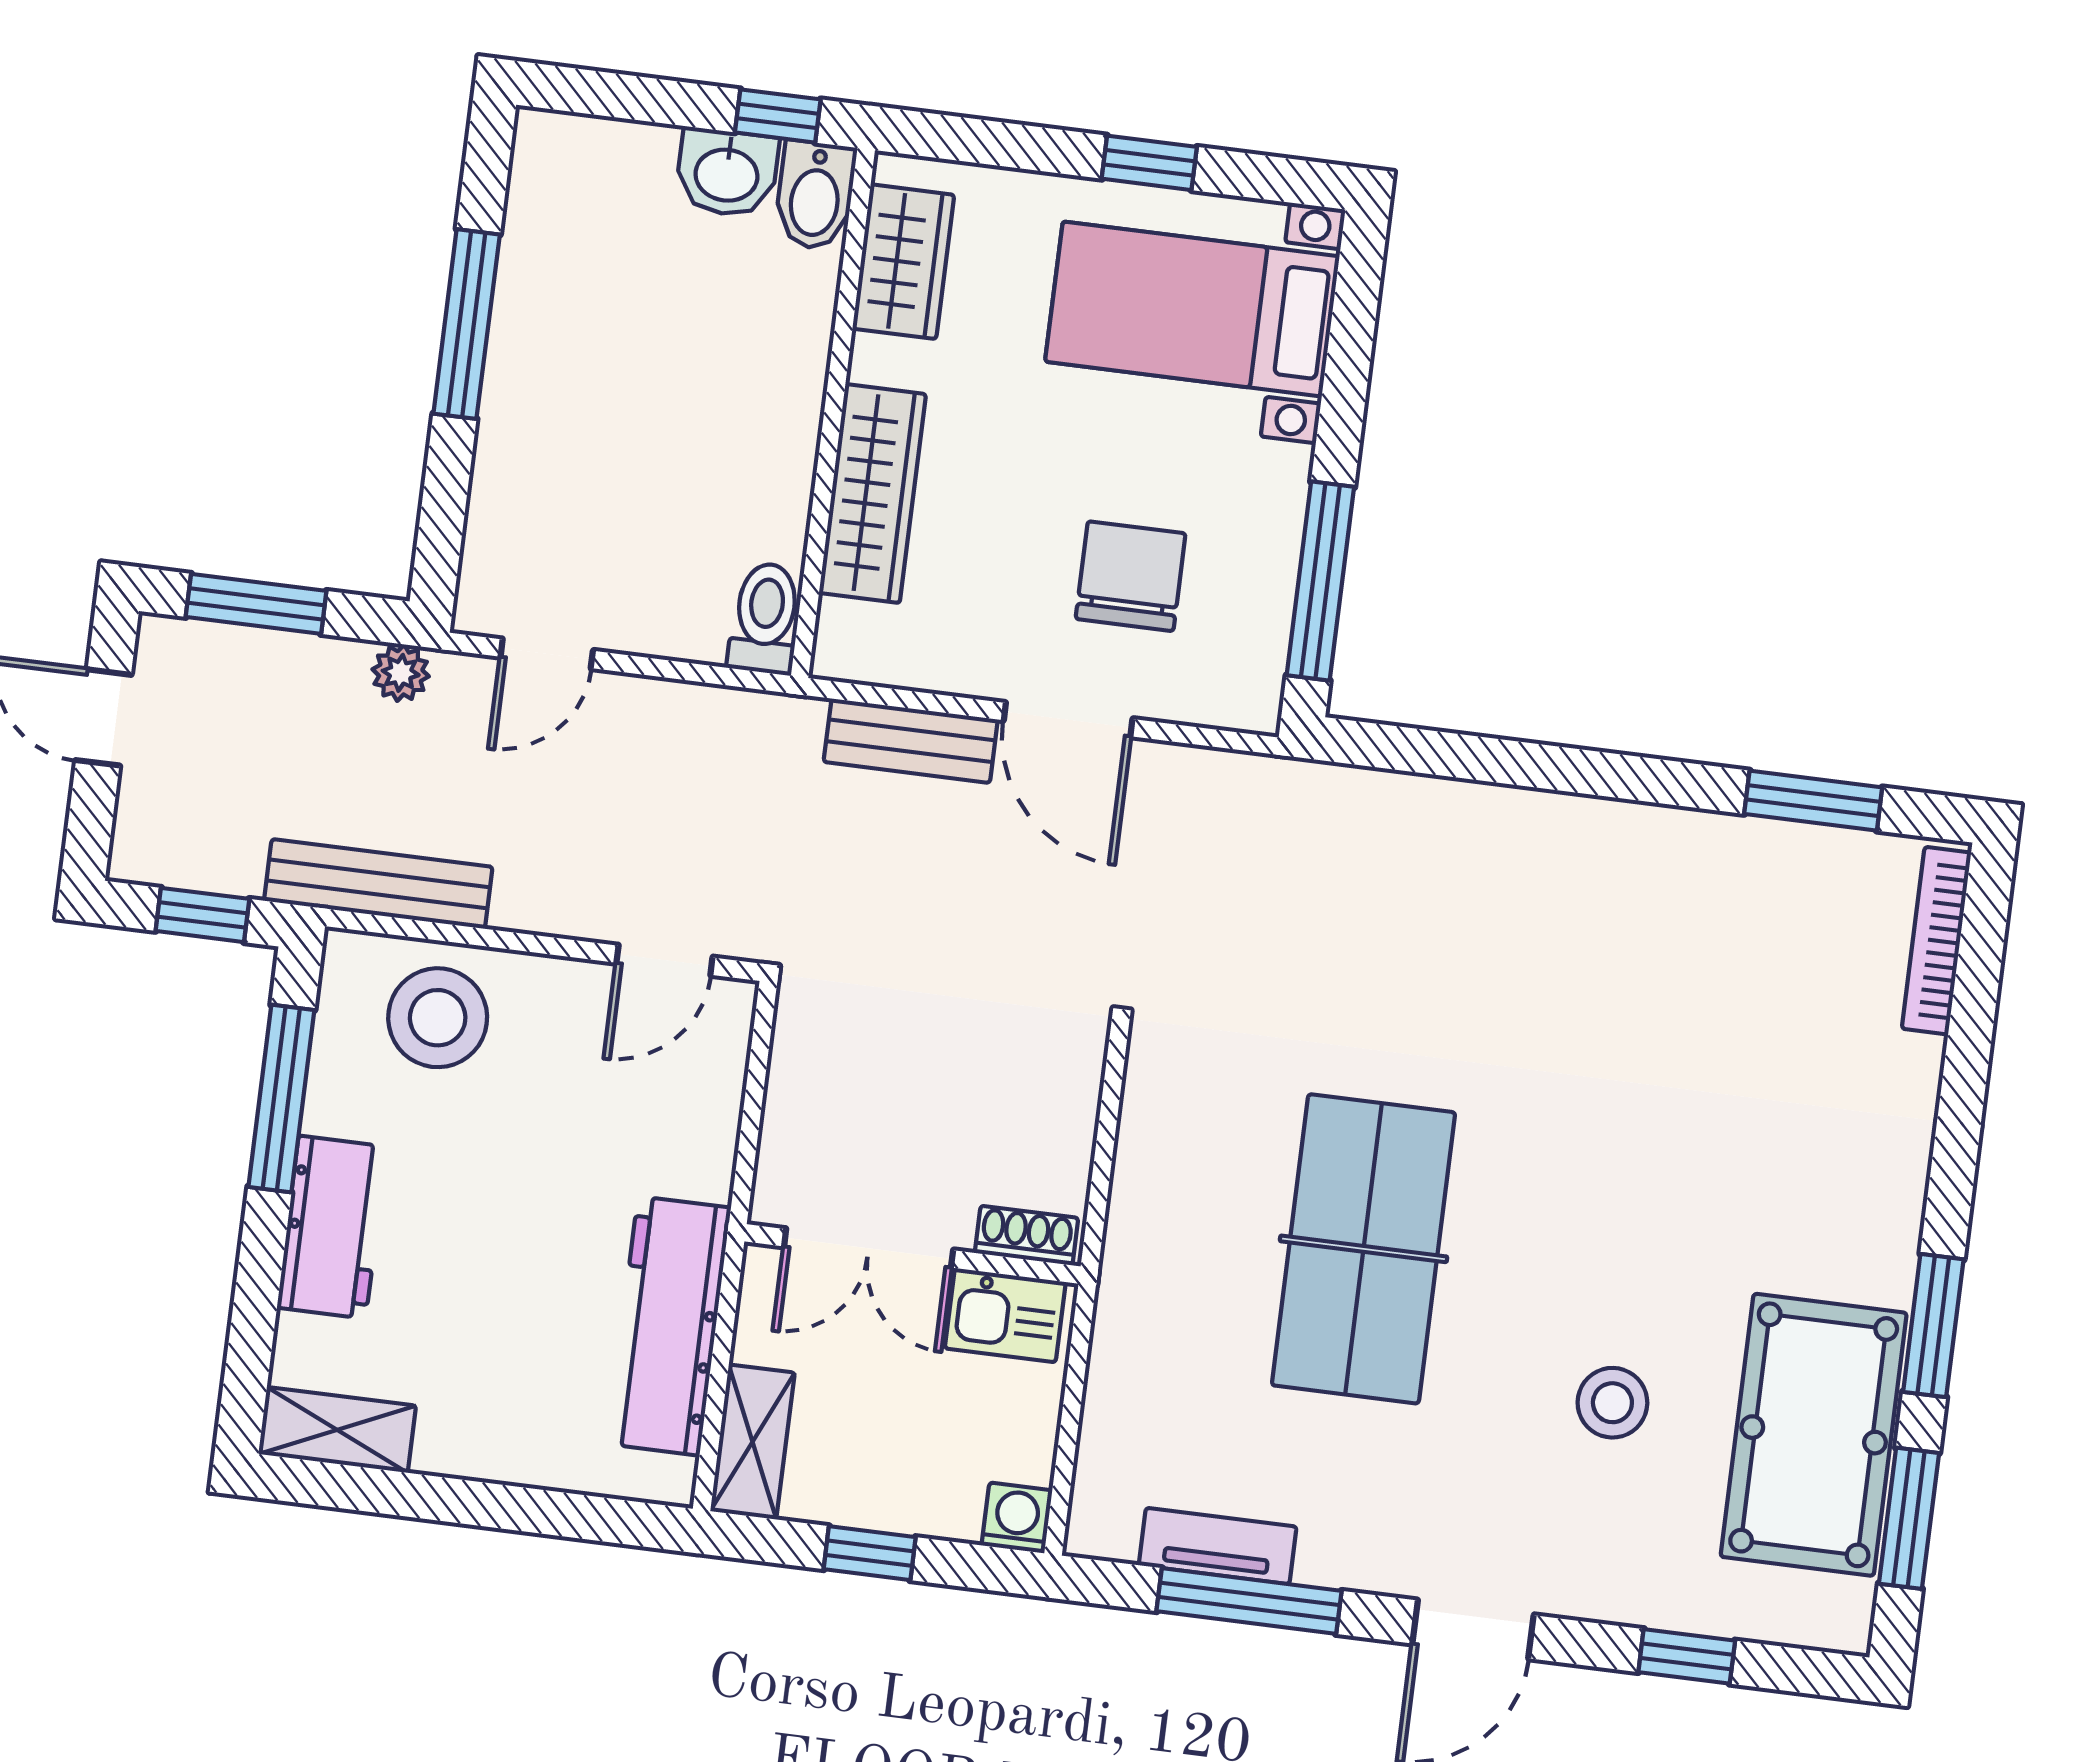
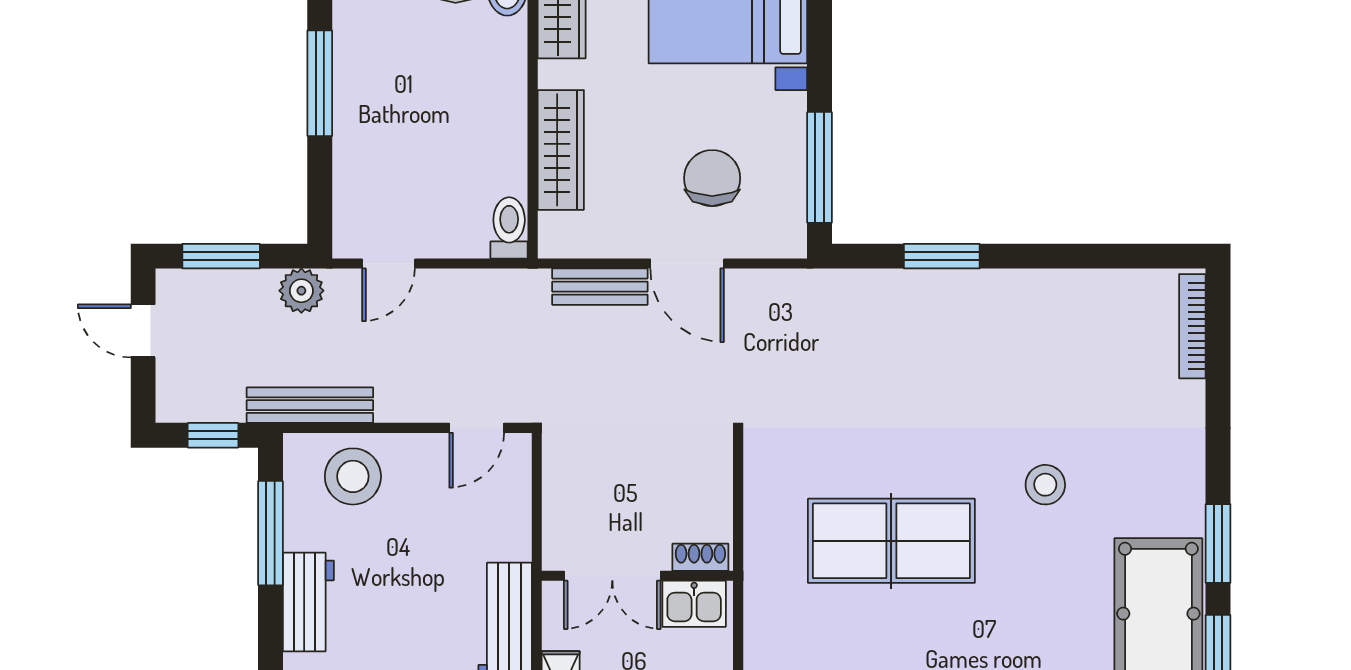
plant: (401, 673) -> (301, 291), width x1.38, depth x1.38
window: (1813, 801) -> (942, 256), moved
table tennis table: (1364, 1249) -> (891, 541), turned 90
stool: (1612, 1403) -> (1045, 485), moved

